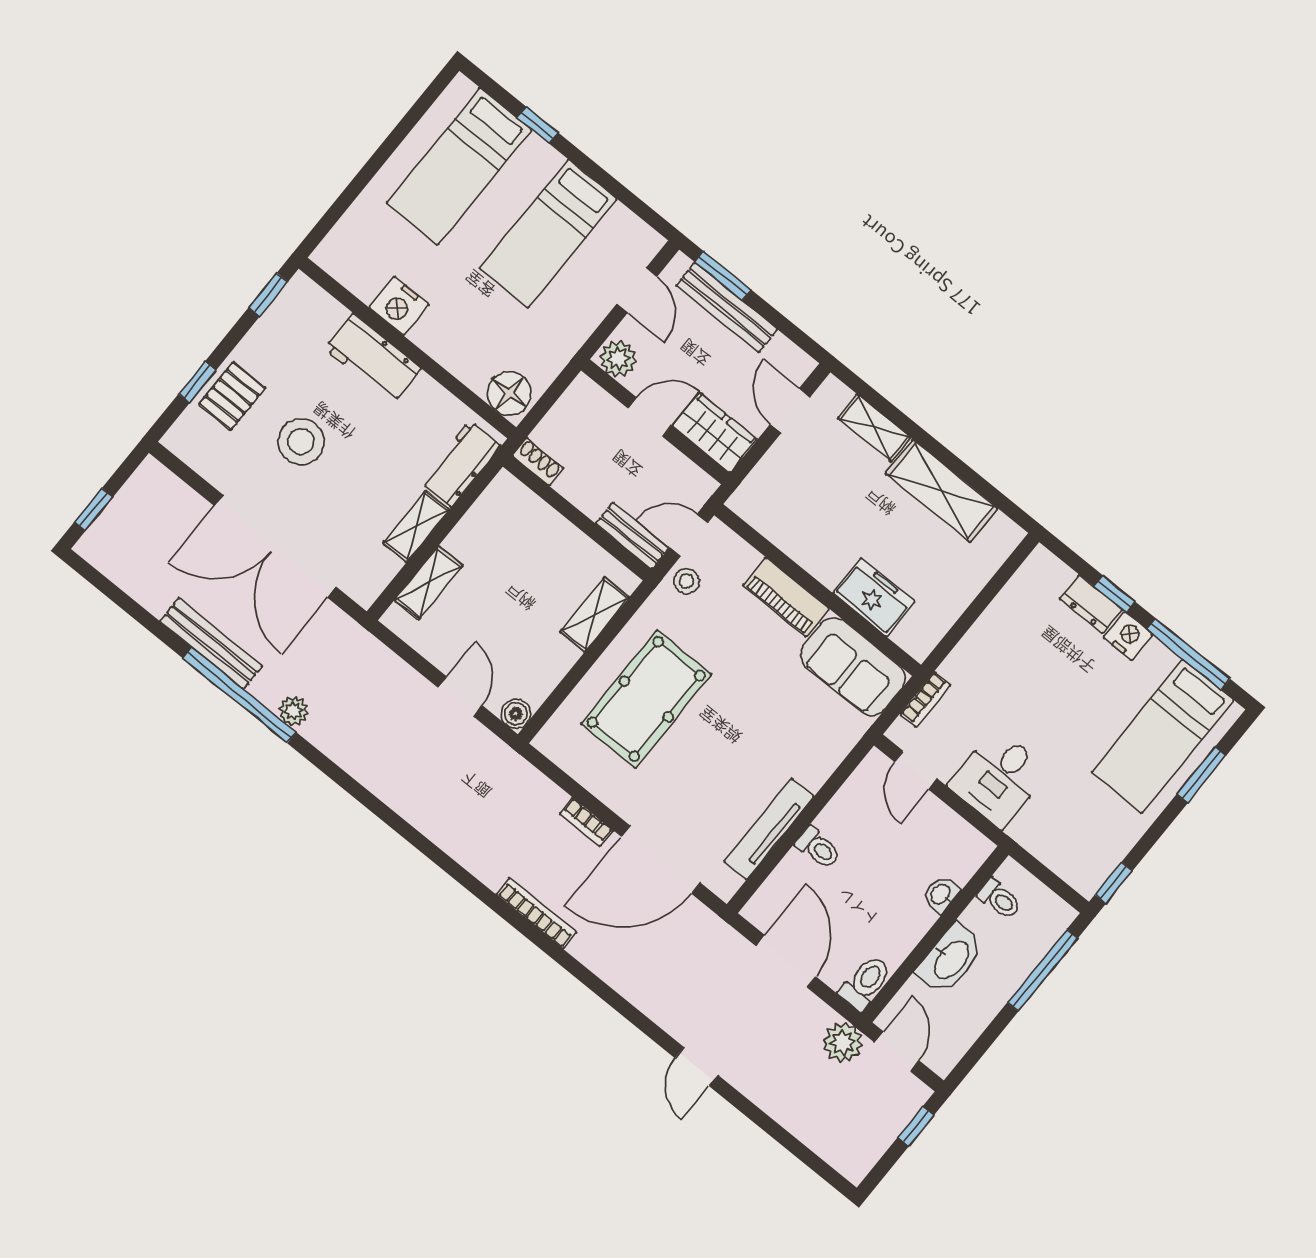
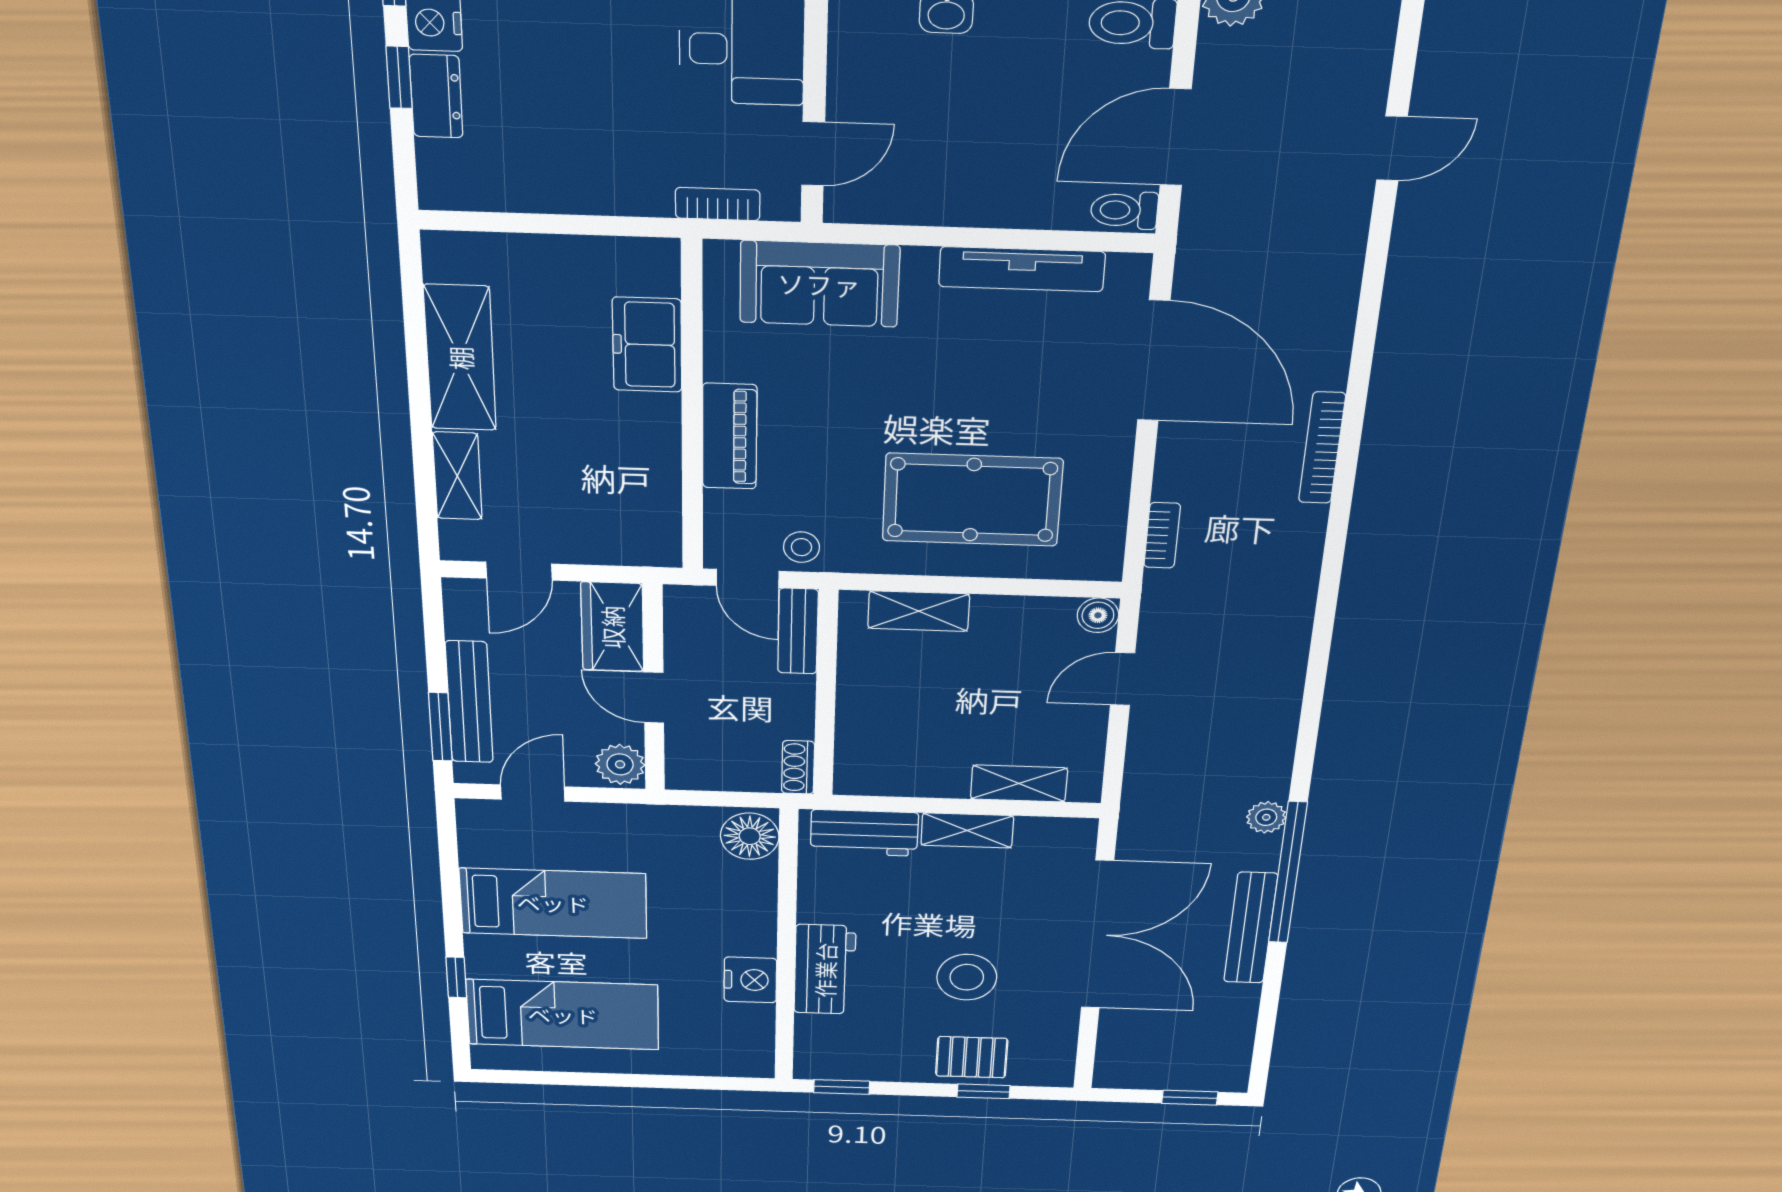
sofa: (853, 667) -> (819, 284), moved, turned 90
bookcase: (586, 822) -> (1162, 535), moved
toilet: (818, 848) -> (1124, 210), moved, turned -90

